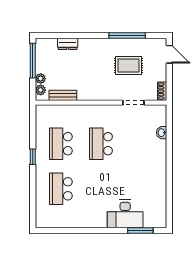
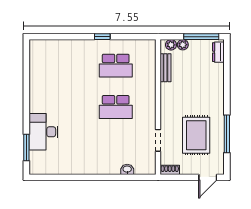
dresser: (68, 44) -> (218, 52), moved
rug: (129, 65) -> (196, 135), width x1.36, depth x1.43
school desk: (61, 144) -> (116, 66), turned 180
school desk: (101, 144) -> (116, 107), turned 180
school desk: (61, 189) -> (69, 66), removed

